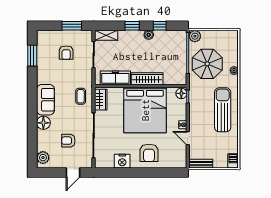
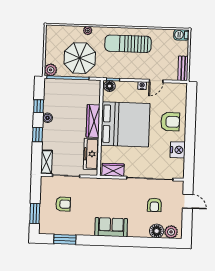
window: (72, 26) -> (35, 214), moved
coffee table: (81, 96) -> (109, 191), removed
floor lamp: (43, 123) -> (157, 231), moved

